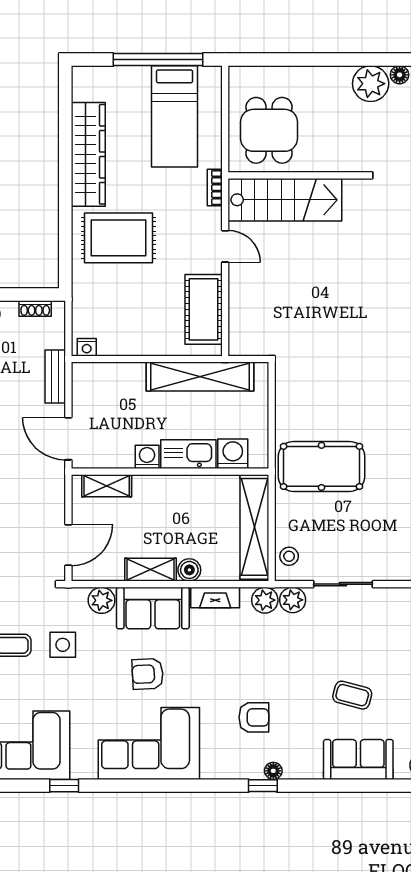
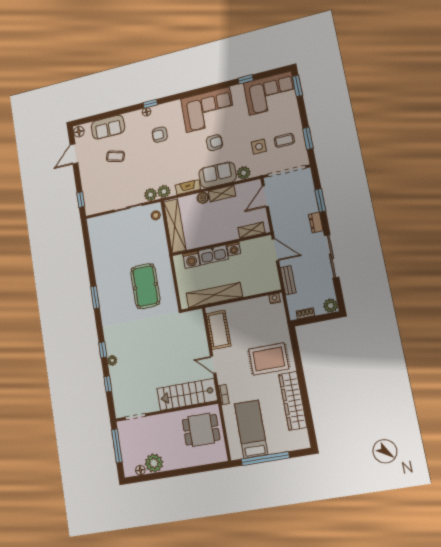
dining table: (269, 130) -> (201, 430), turned 90
pool table: (321, 466) -> (145, 286), moved, turned 90

